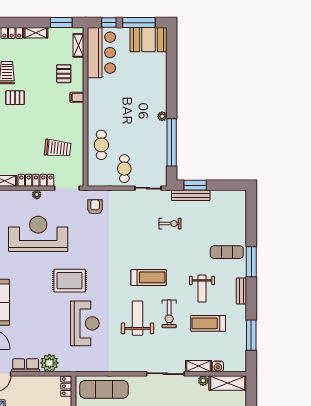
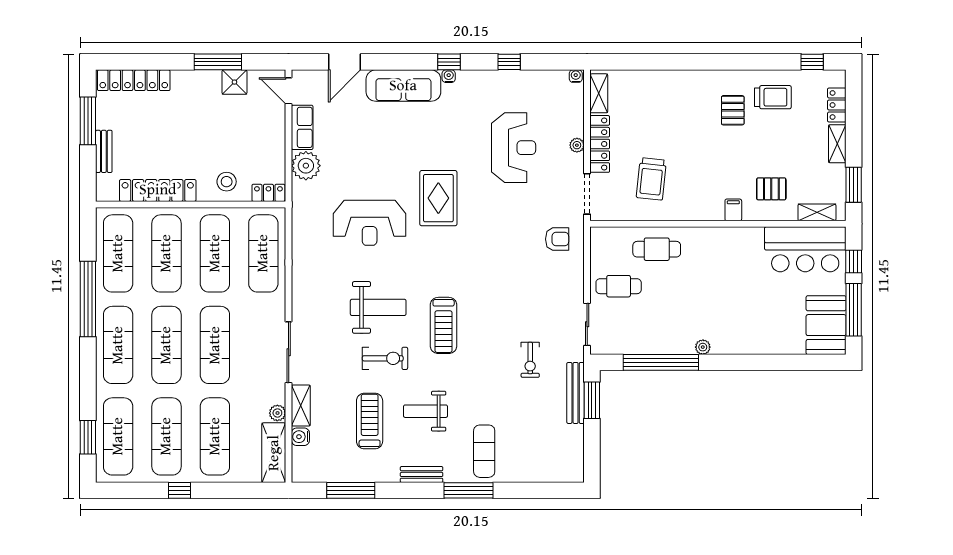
reception desk: (38, 234) -> (514, 148), width x0.74, depth x0.77
exercise bike: (169, 314) -> (385, 358), turned 180

